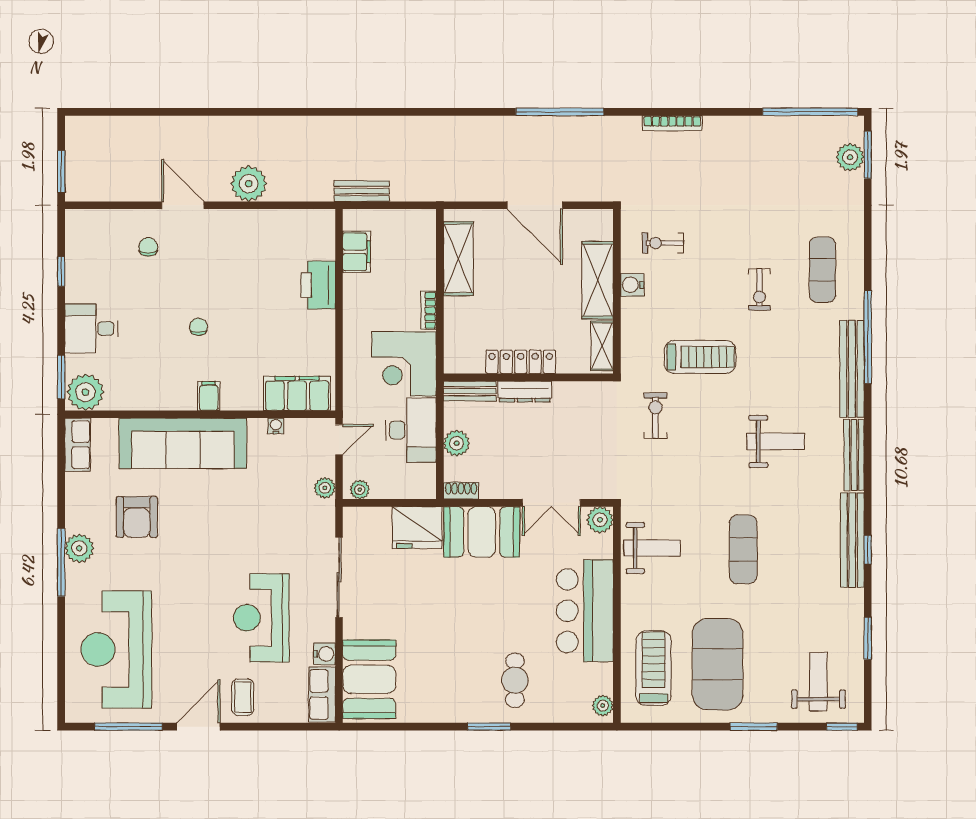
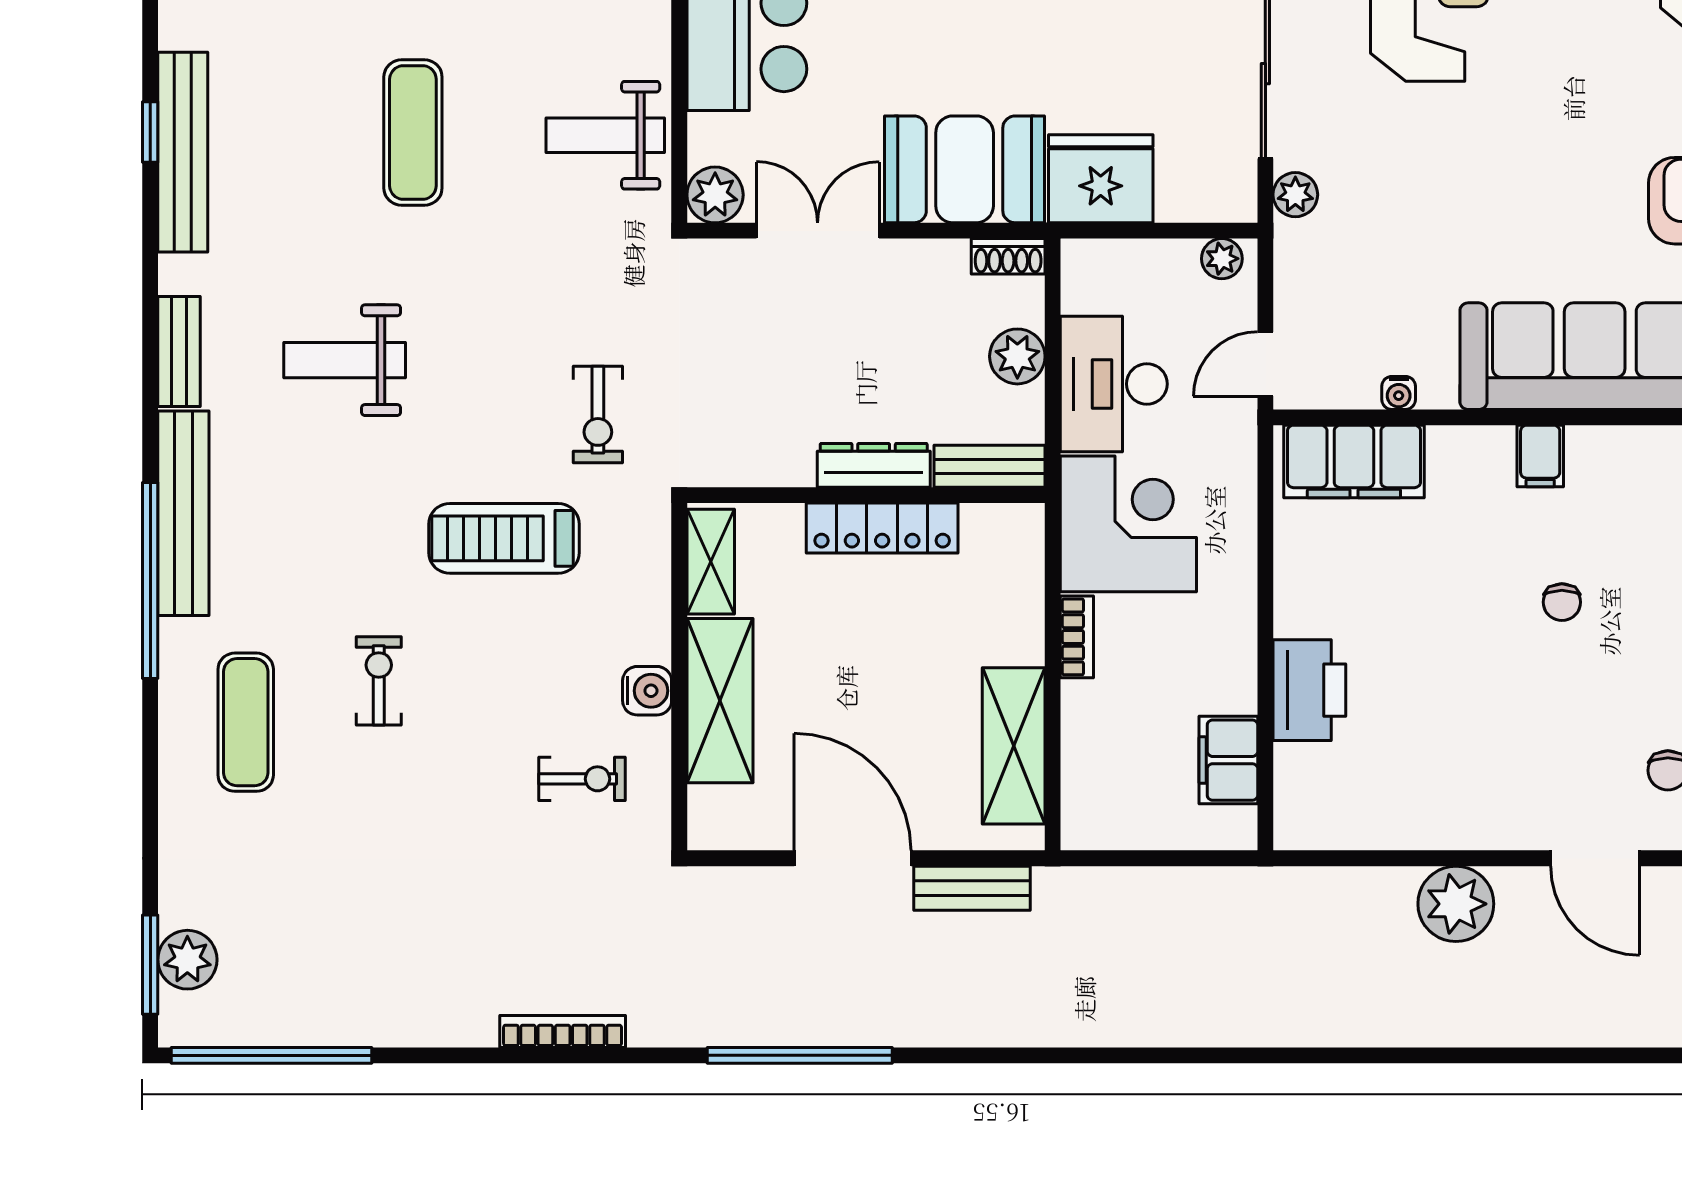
bench: (362, 191) -> (972, 888), moved
bench: (854, 455) -> (179, 352), width x0.73
plant: (325, 488) -> (1295, 195), moved

